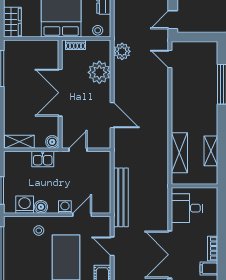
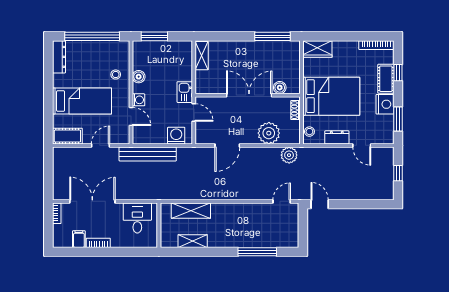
boiler: (52, 142) -> (280, 88), moved
kitchen sink: (43, 159) -> (185, 92), moved
washing machine: (25, 205) -> (176, 136), moved, turned -90

